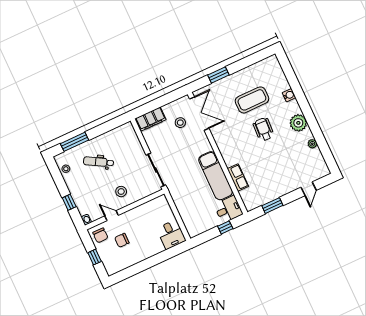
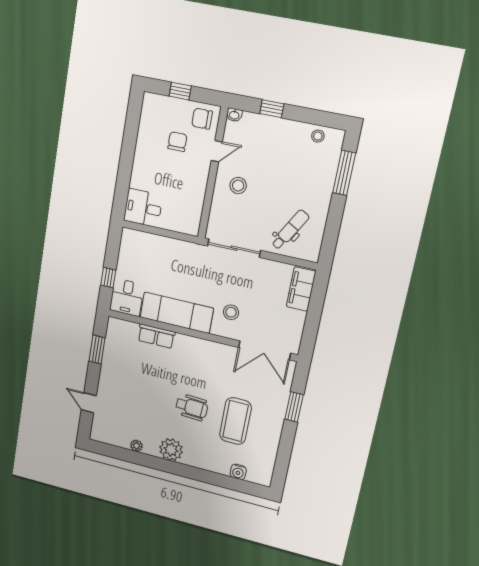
water cooler: (289, 95) -> (238, 472), moved
stool: (180, 123) -> (231, 312), moved
dental chair: (99, 162) -> (290, 230), moved

